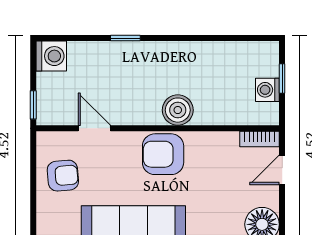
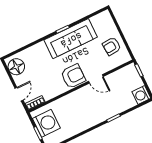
washing machine: (267, 90) -> (46, 123), width x1.89, depth x1.89
boiler: (178, 110) -> (76, 98), removed
door: (94, 128) -> (96, 79), moved

